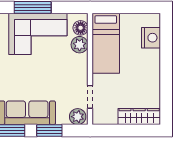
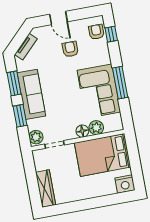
floor lamp: (81, 28) -> (82, 131), moved
nightstand: (151, 38) -> (125, 184), moved
bed: (106, 43) -> (103, 155), width x1.50

